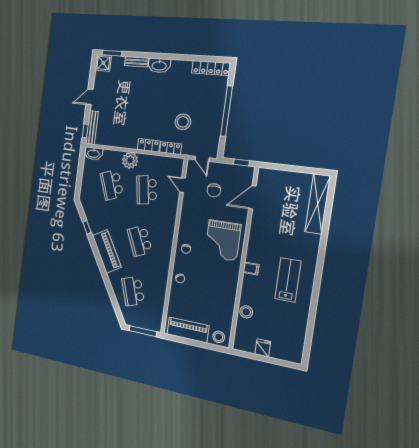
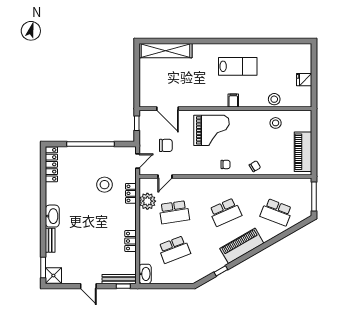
locker: (149, 145) -> (131, 241), moved
plant: (130, 160) -> (147, 201), moved
lab bench: (288, 280) -> (238, 66), turned 180
school desk: (133, 291) -> (276, 212), turned 39
stool: (219, 337) -> (276, 123), moved

